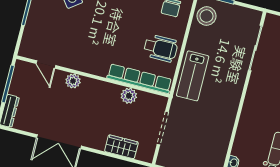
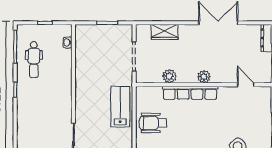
row of seats: (139, 79) -> (190, 93), moved
plant: (73, 81) -> (204, 77), moved

